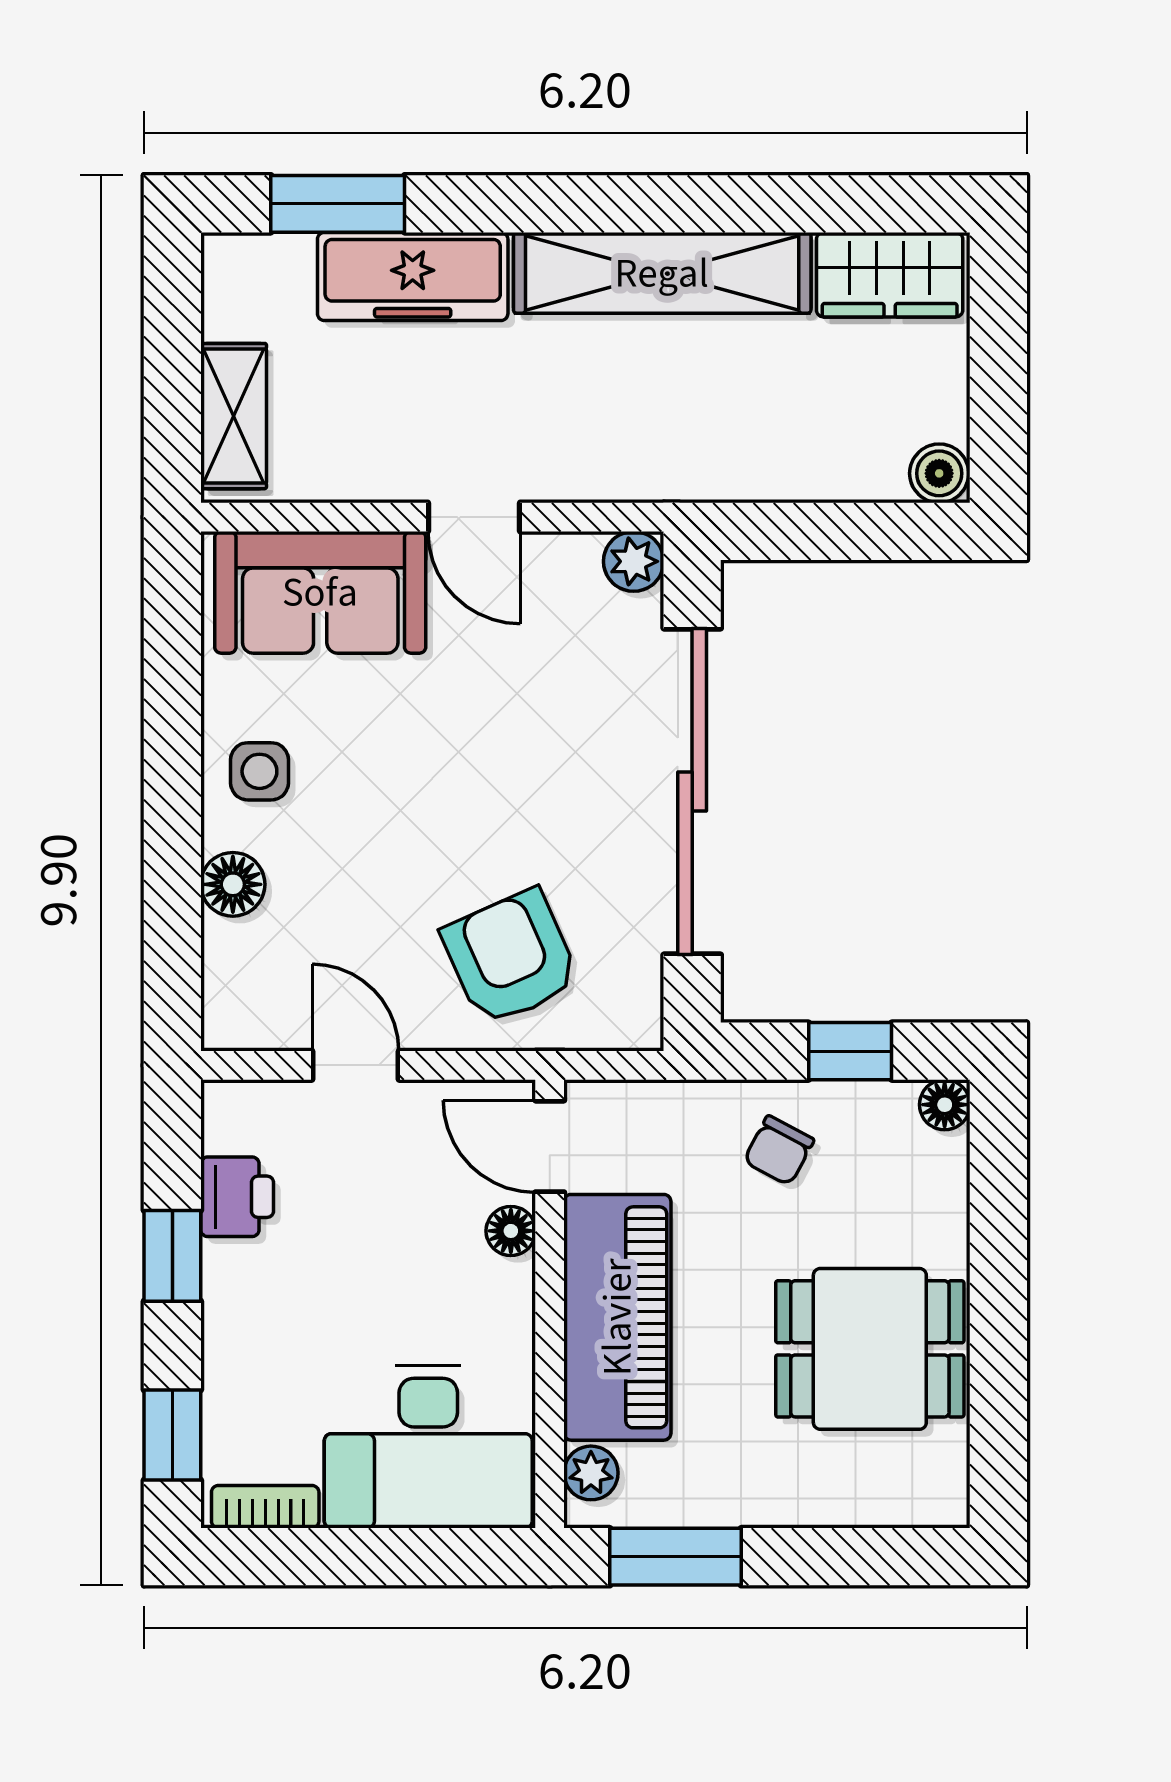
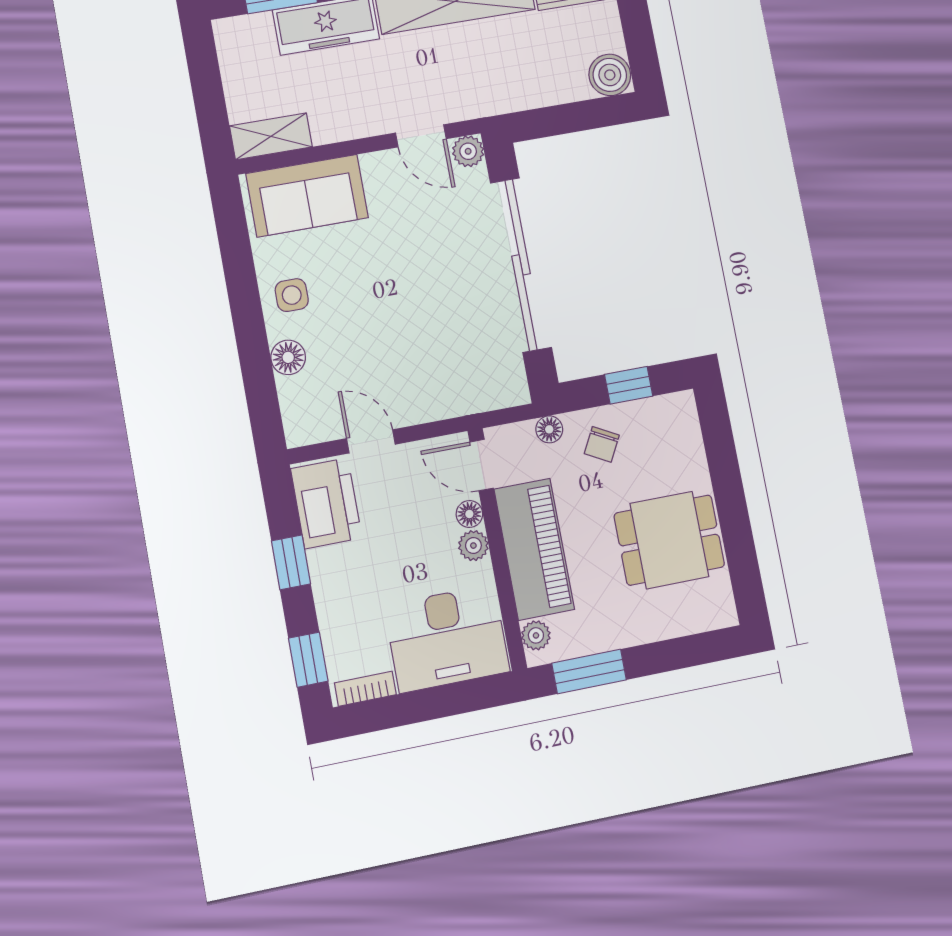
shelving: (234, 416) -> (271, 136), moved, turned 90
boiler: (939, 473) -> (610, 75), width x1.36, depth x1.36
door: (474, 517) -> (421, 136), moved
armchair: (511, 957) -> (442, 369), removed
floor lamp: (945, 1105) -> (549, 429), moved
printer: (237, 1197) -> (326, 503), width x1.87, depth x1.48
plant: (507, 1289) -> (473, 546), added

